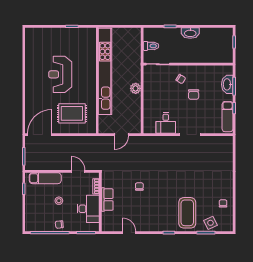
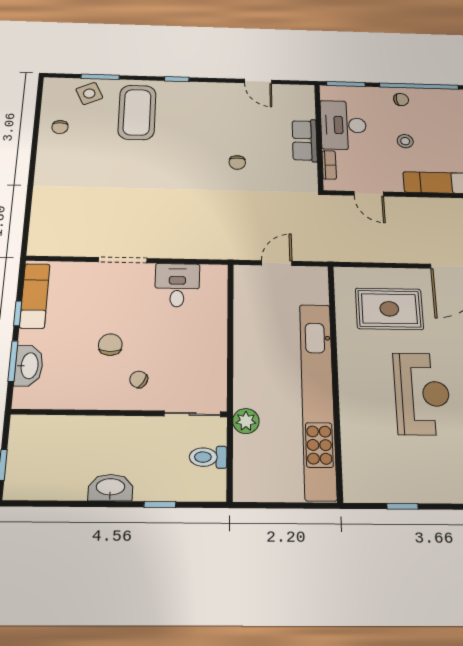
plant: (136, 88) -> (246, 421), moved

